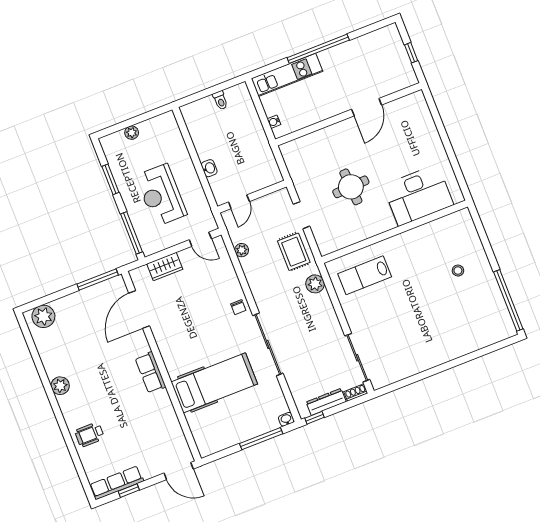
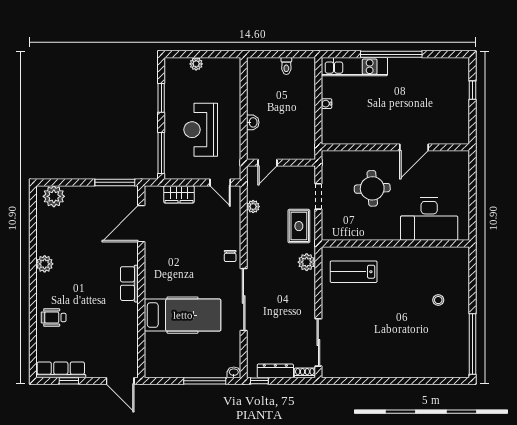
door: (367, 107) -> (414, 147), moved
wall: (349, 114) -> (395, 147), moved

